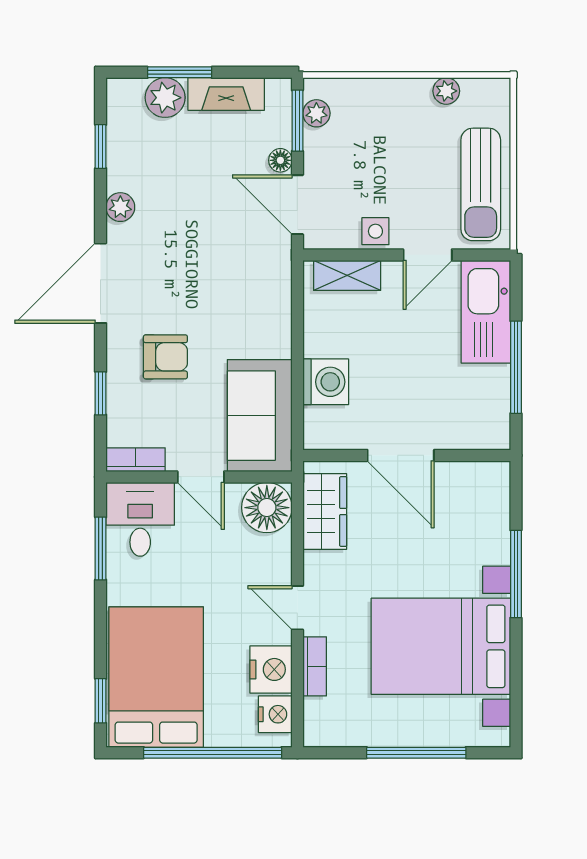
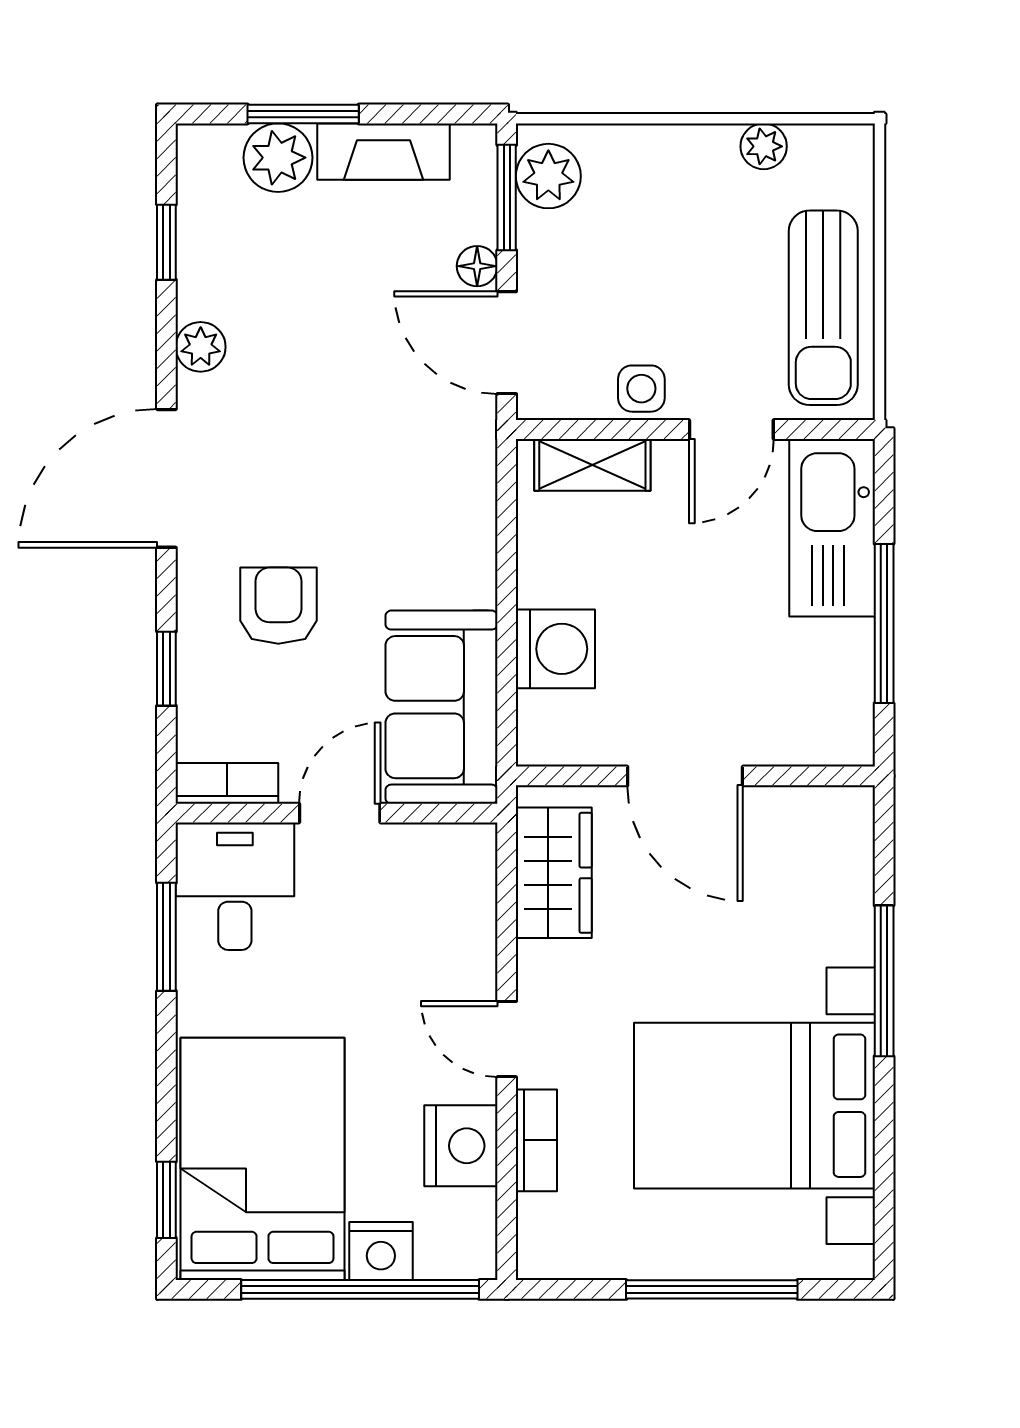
plant: (316, 113) -> (548, 176), width x1.38, depth x1.38
armchair: (165, 357) -> (278, 606), turned -90
door: (201, 477) -> (340, 813), swing flipped
floor lamp: (267, 508) -> (454, 866), removed
nightstand: (275, 714) -> (381, 1251), moved, turned 90

